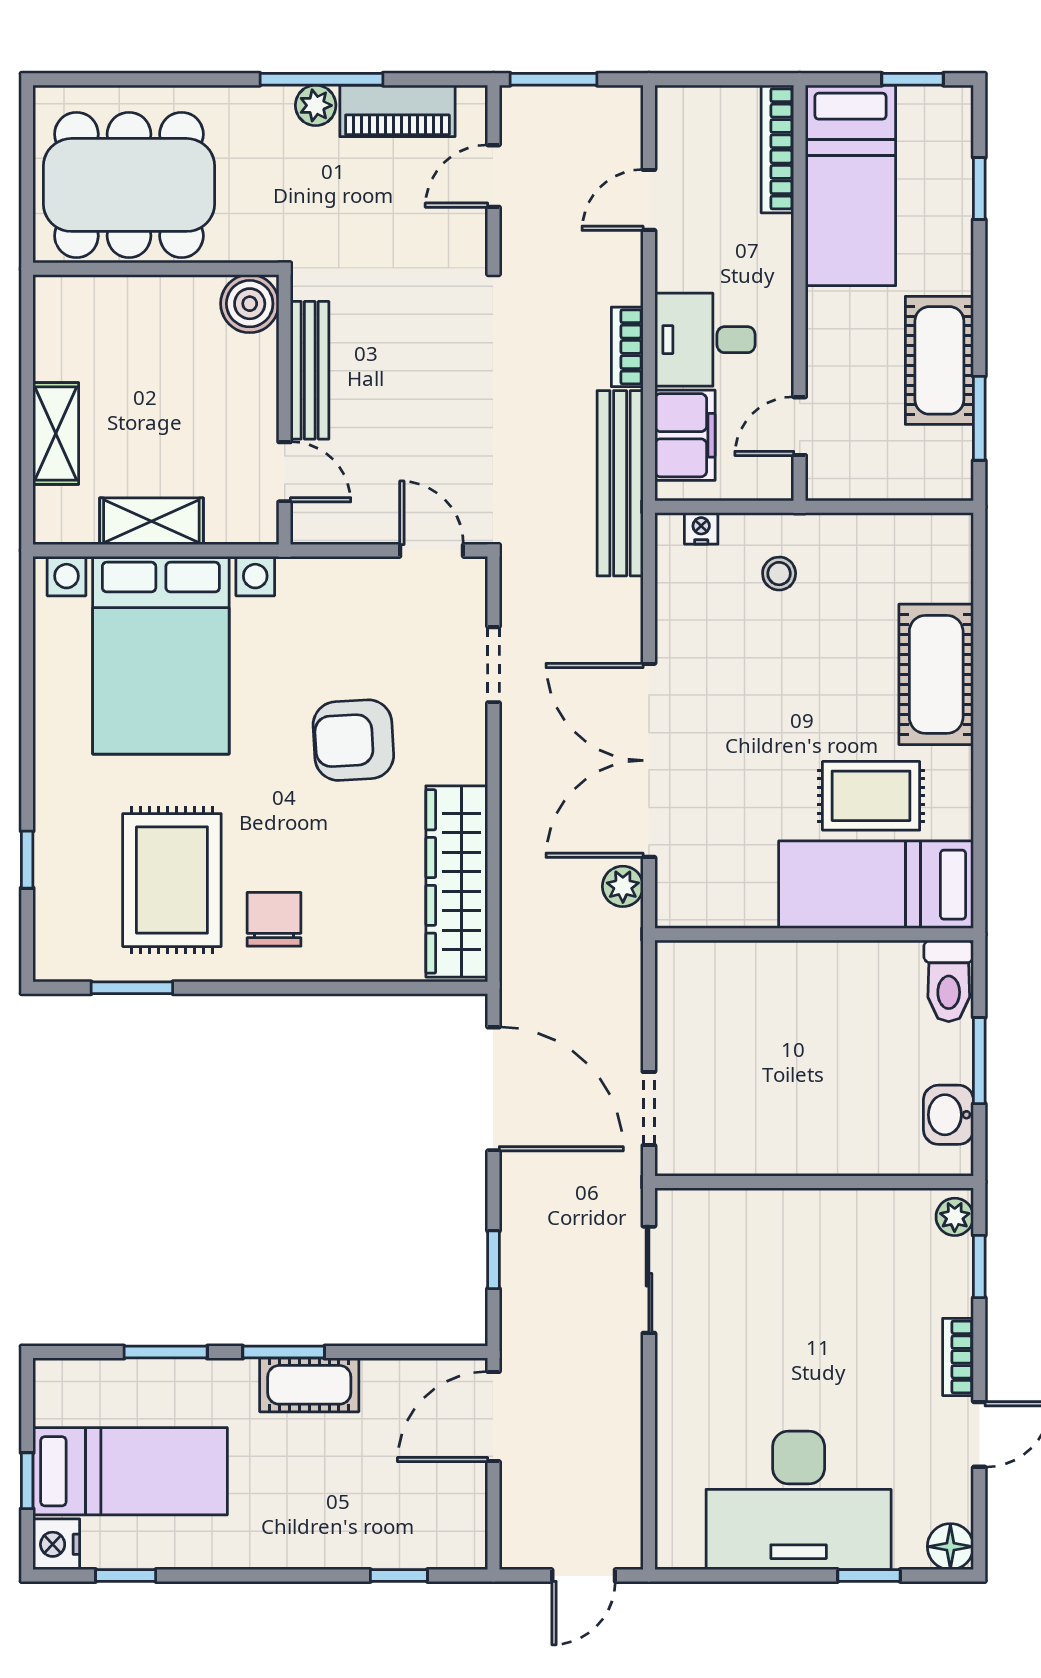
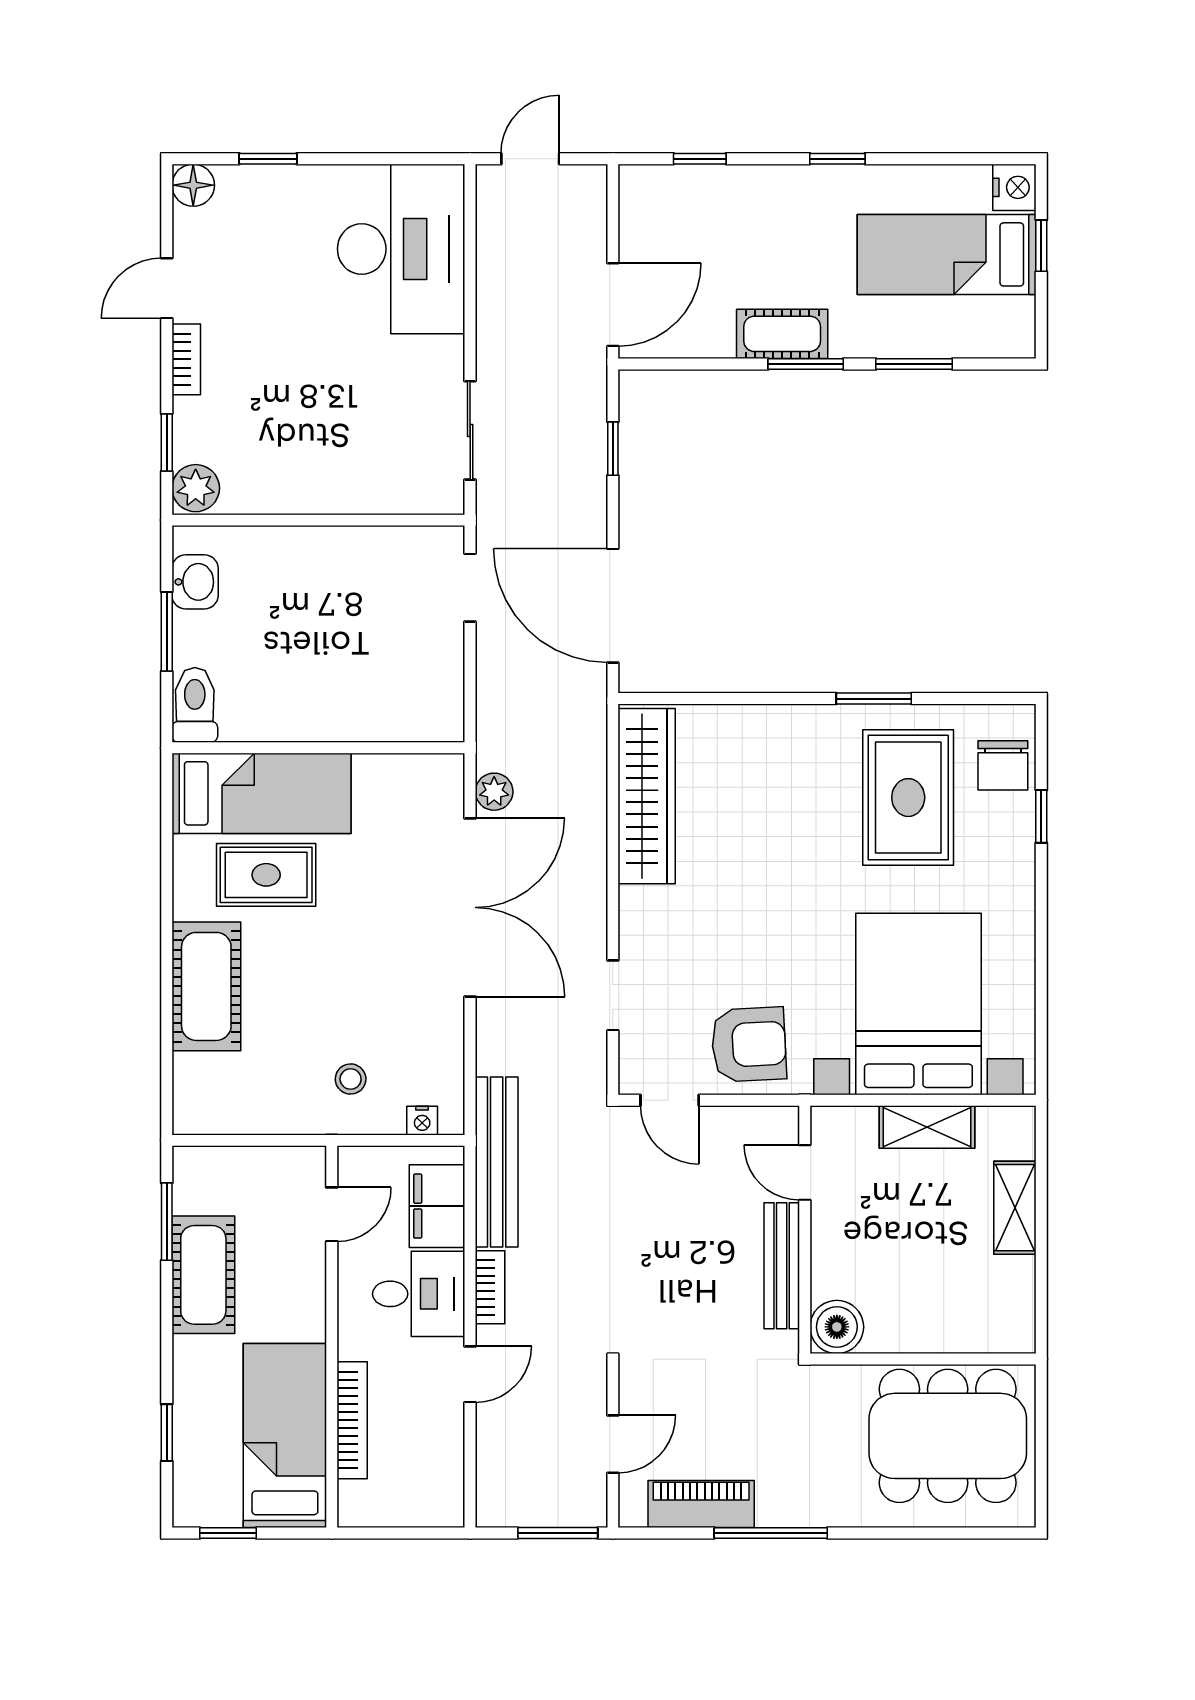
plant: (316, 105) -> (776, 1509), removed
bookcase: (777, 149) -> (352, 1420), moved
door: (649, 200) -> (470, 1374), moved
armchair: (353, 740) -> (749, 1044), moved
chair: (274, 919) -> (1003, 765), moved
window: (132, 988) -> (874, 699), moved
plant: (955, 1217) -> (196, 488), width x1.38, depth x1.38
desk: (799, 1500) -> (401, 249), moved, turned 90
window: (126, 1576) -> (837, 159), moved

